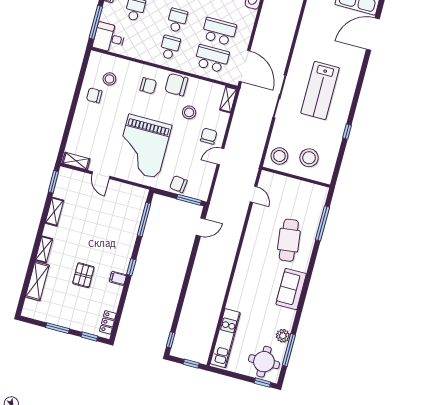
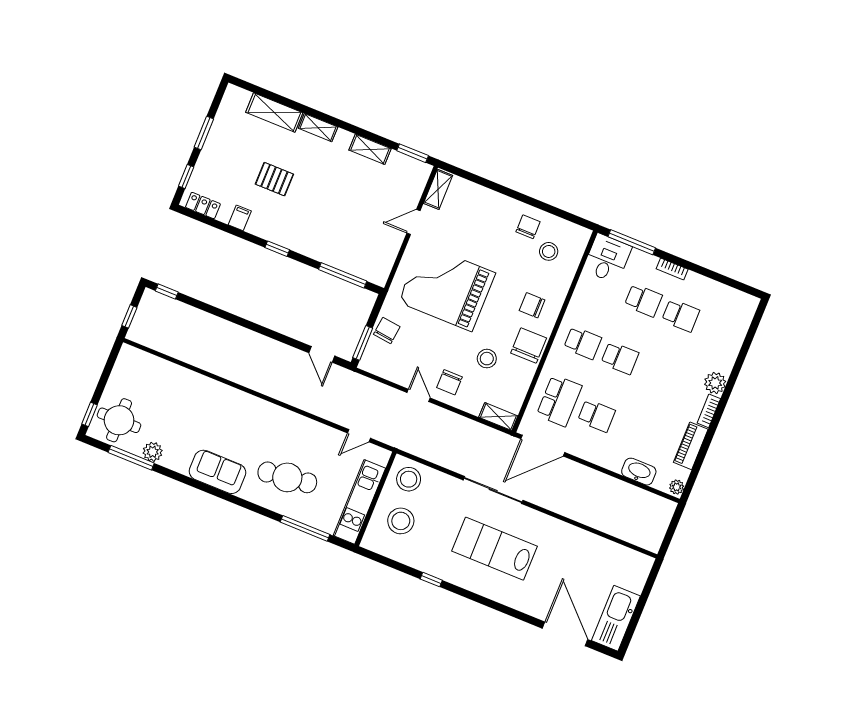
school desk: (219, 31) -> (596, 416), width x0.54
chair: (148, 86) -> (532, 305), turned 90
chair: (209, 136) -> (450, 382), turned 90
filing cabinet: (118, 278) -> (240, 218), moved
kitchen unit: (225, 338) -> (359, 502), moved, turned 90

